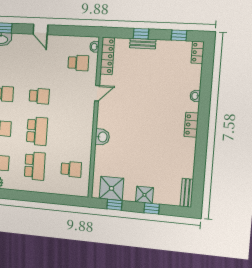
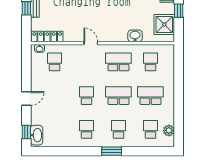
door: (97, 93) -> (91, 43), moved
school desk: (73, 134) -> (118, 62), added
washbasin: (102, 137) -> (135, 36), moved
window: (114, 205) -> (179, 11), moved

